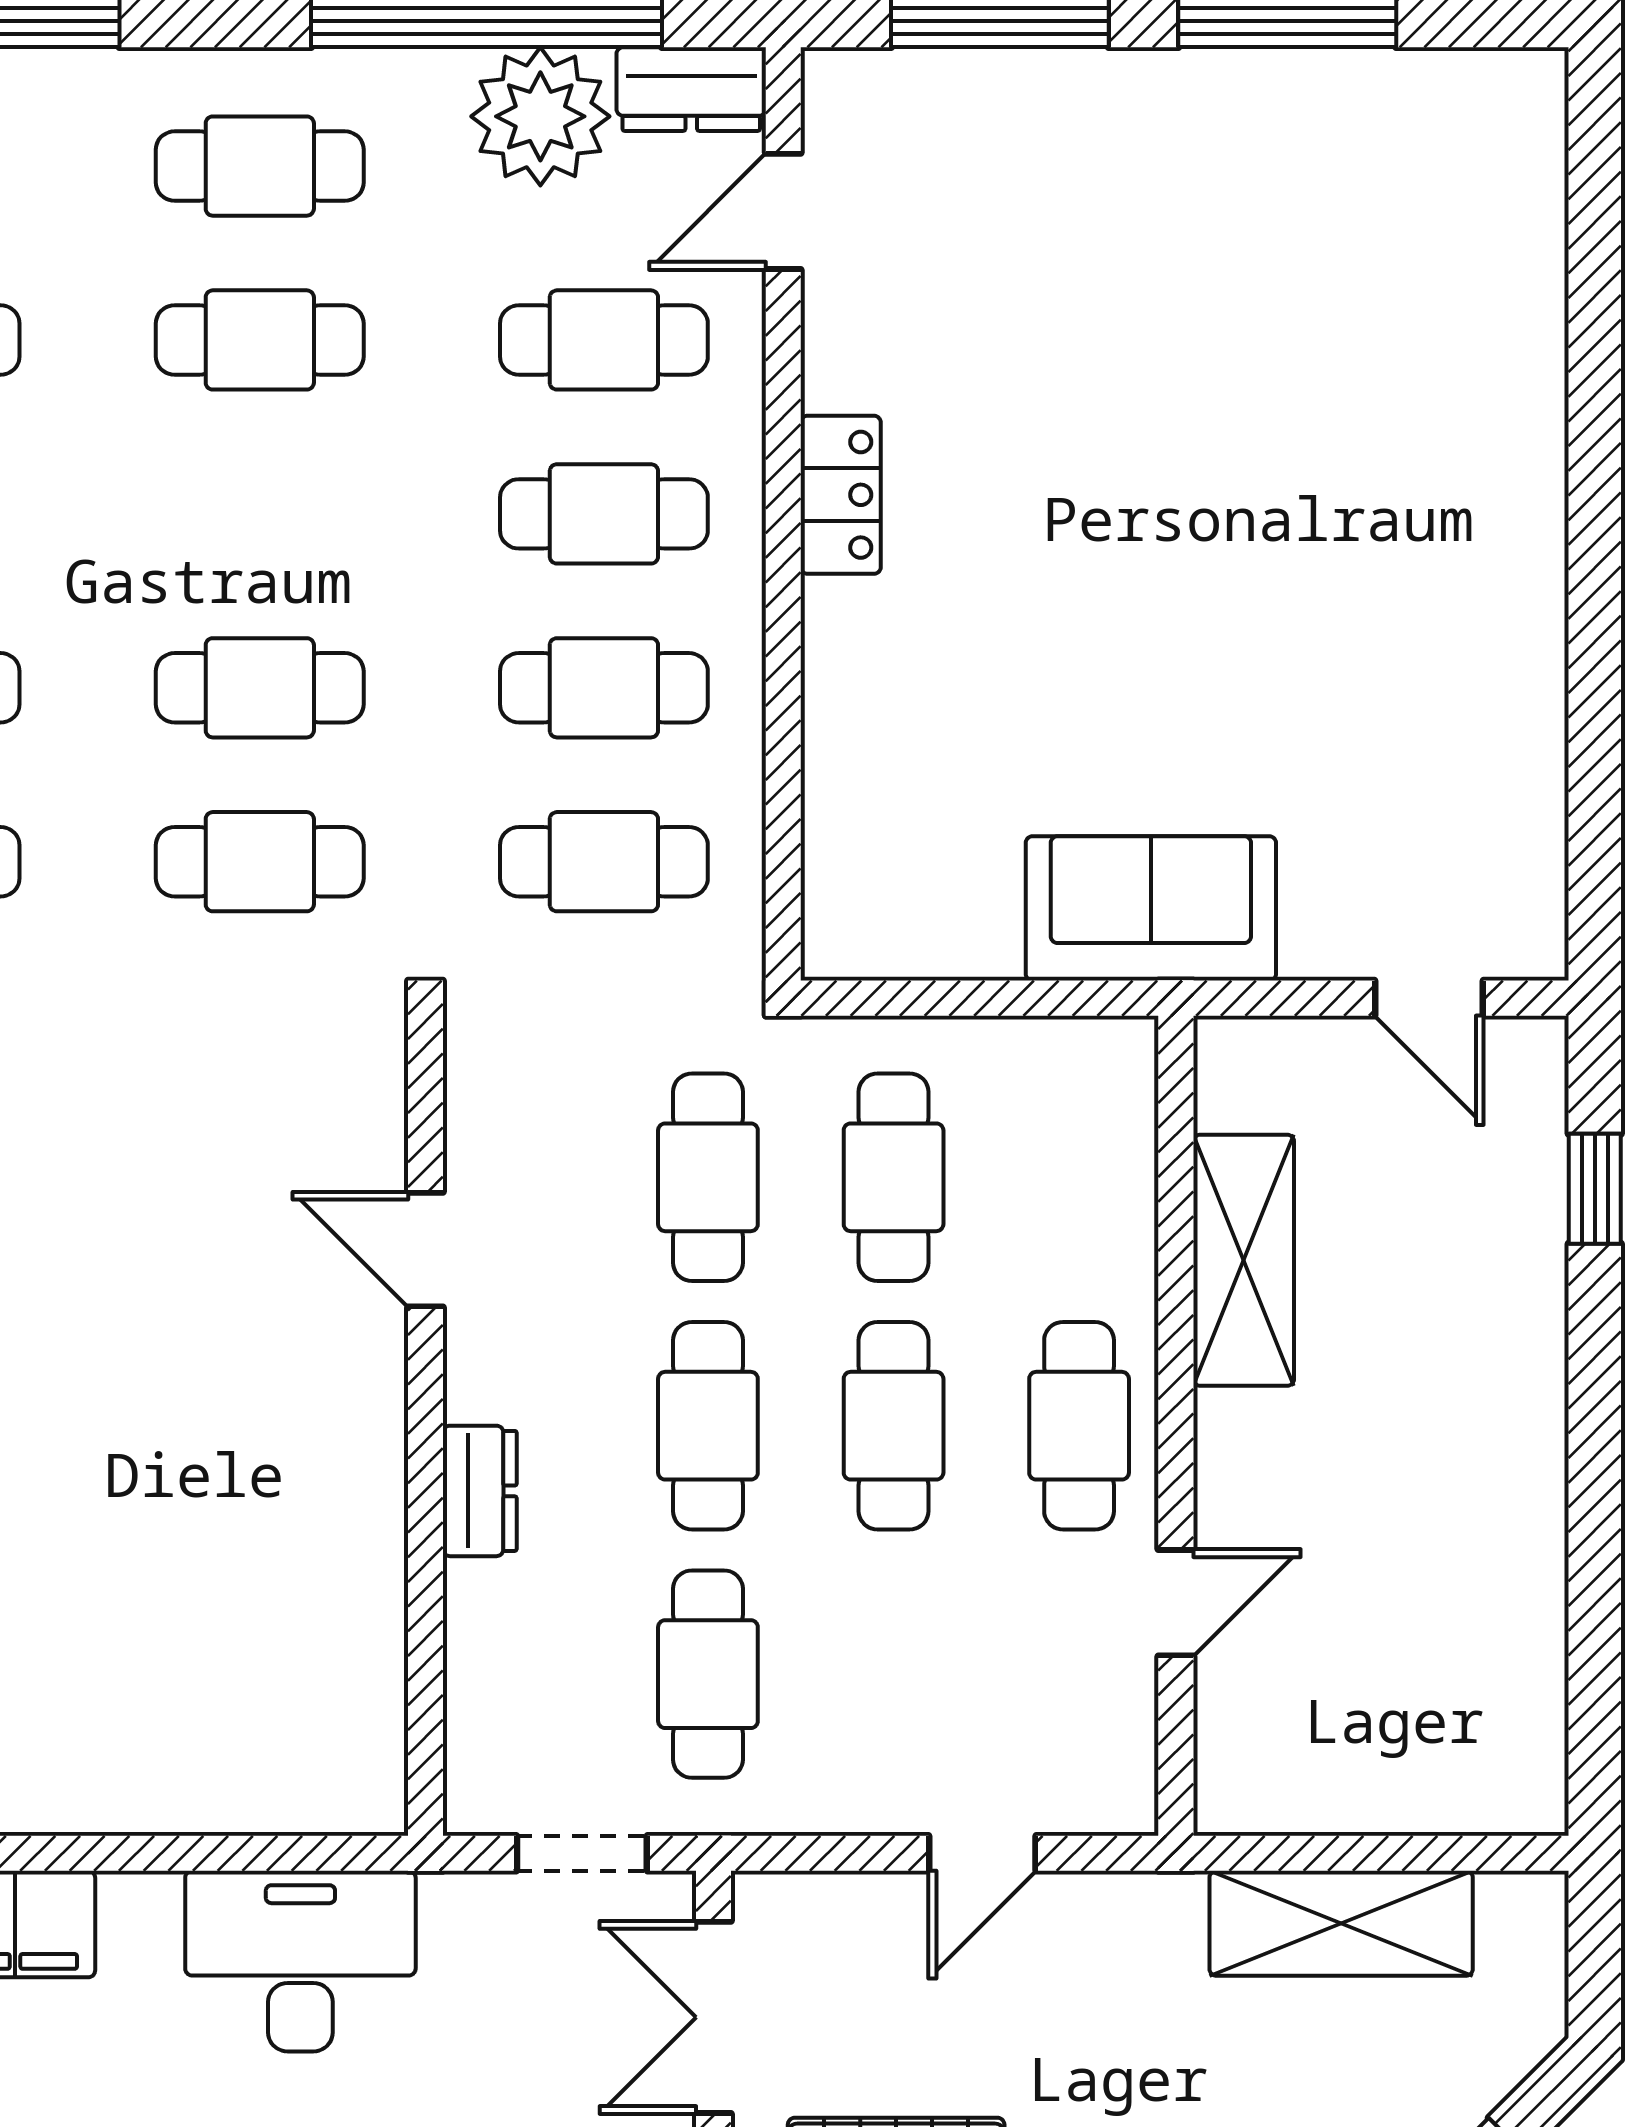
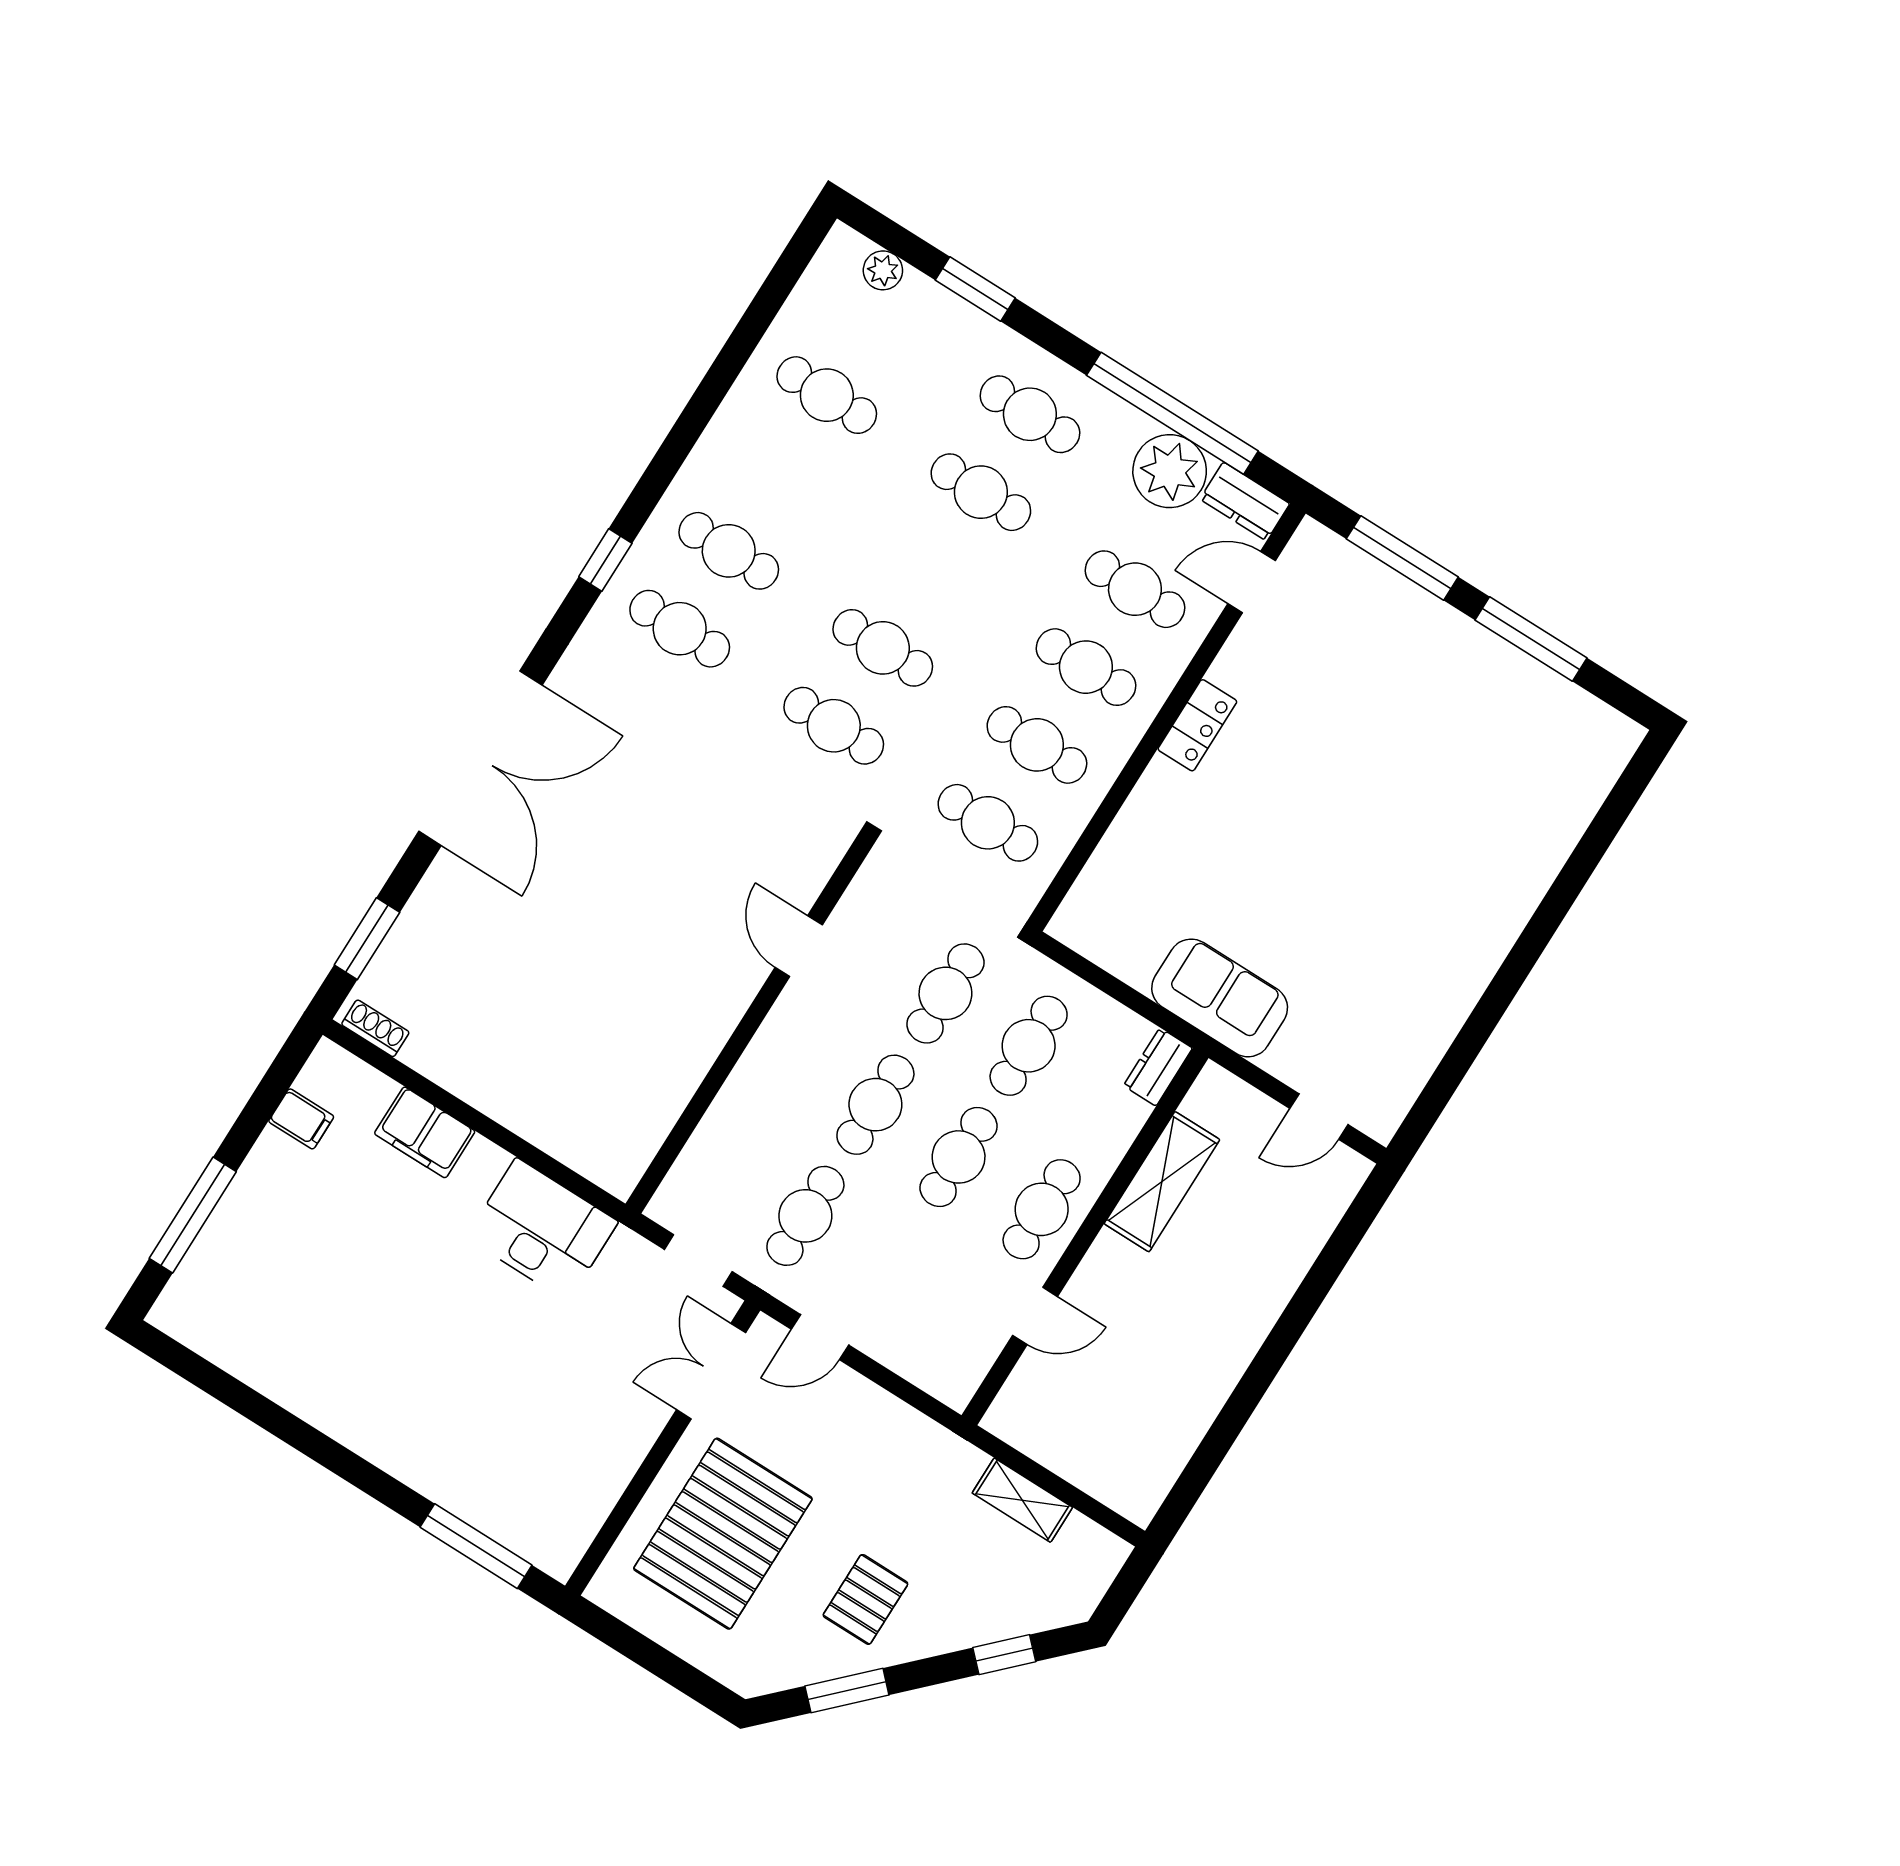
door: (1429, 998) -> (1319, 1117), hinge flipped
window: (1595, 1189) -> (1339, 1249), removed
dresser: (480, 1491) -> (1158, 1067), moved, turned 180
door: (982, 1853) -> (820, 1337), moved
shelving: (1341, 1923) -> (1022, 1500), width x0.67, depth x0.75

